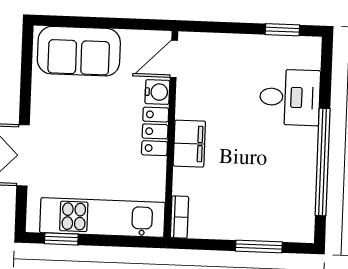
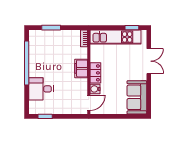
sofa: (79, 51) -> (137, 97), moved, turned -90

